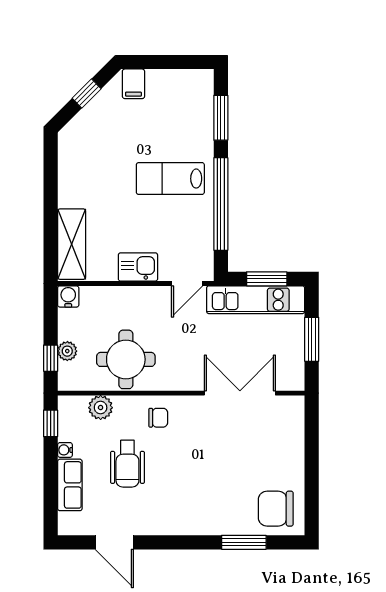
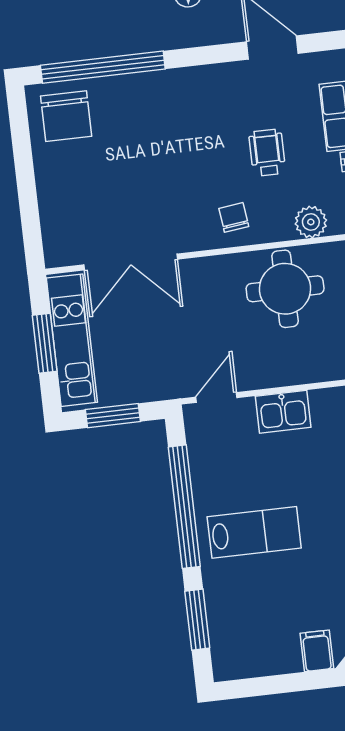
kitchen unit: (256, 300) -> (72, 340), moved, turned 90
chair: (158, 418) -> (234, 217), turned 83
wheelchair: (127, 464) -> (267, 153), width x0.73, depth x0.73
chair: (276, 509) -> (66, 116), turned 90
window: (244, 542) -> (103, 67), width x2.11

